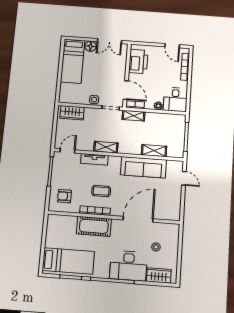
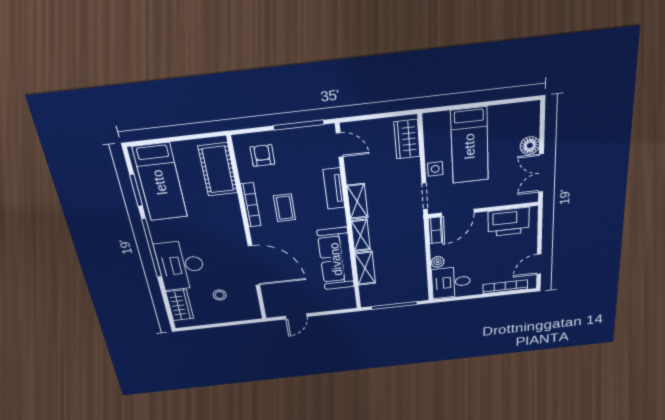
bed: (73, 61) -> (470, 146), moved, turned -90
shelving: (133, 116) -> (361, 235), moved
door: (184, 178) -> (296, 316), moved
cot: (94, 226) -> (218, 170), moved

